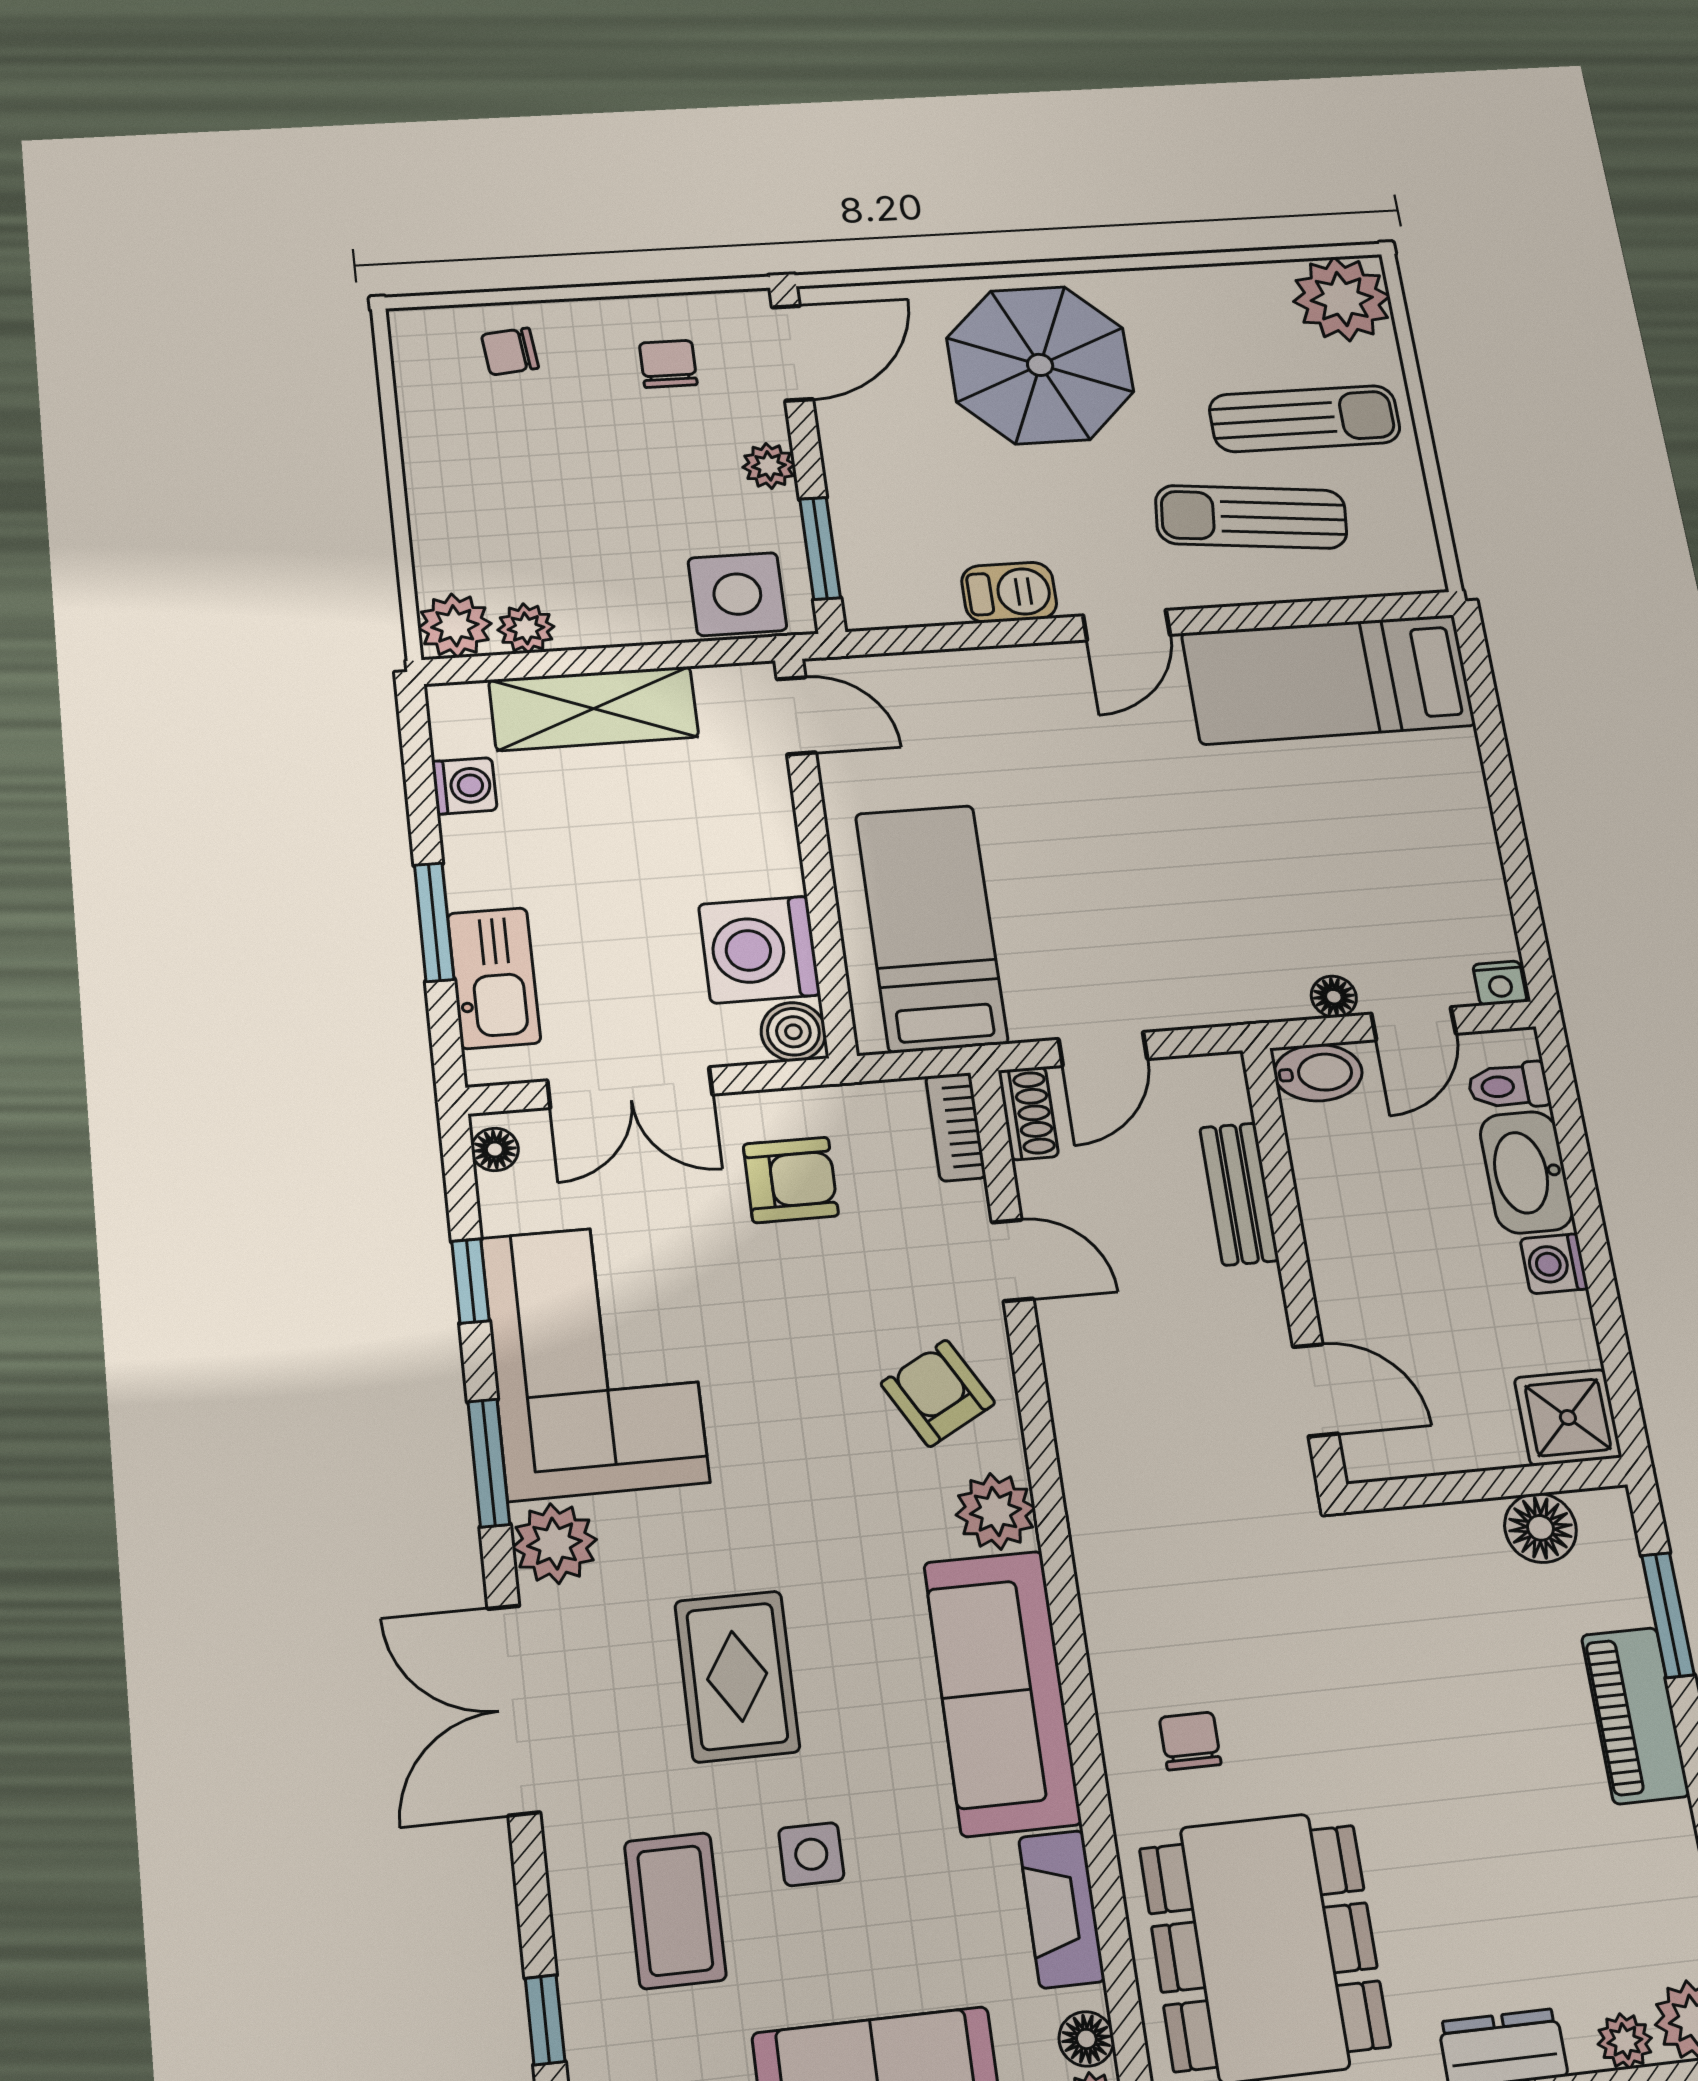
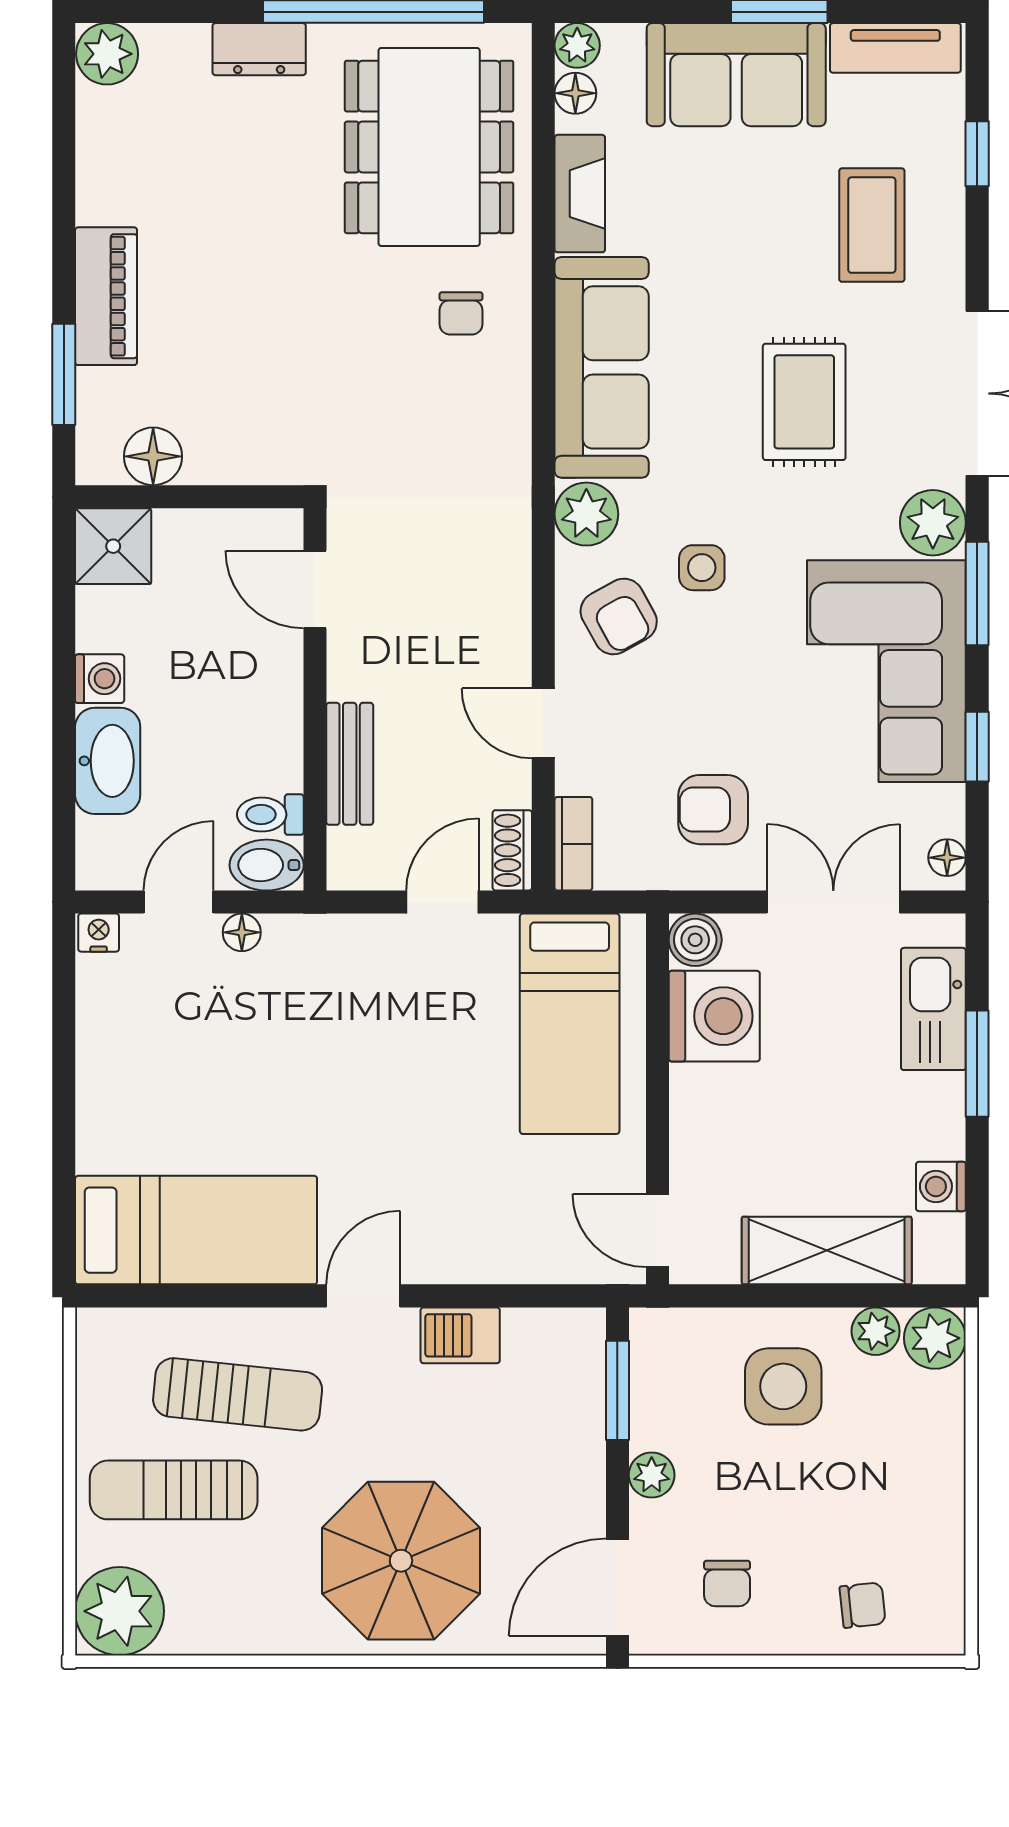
side table: (737, 594) -> (783, 1386), moved
toilet: (1509, 1086) -> (270, 815), moved, turned 180
side table: (811, 1854) -> (702, 568), moved
plant: (1625, 2041) -> (164, 44), removed

